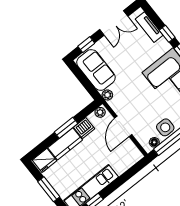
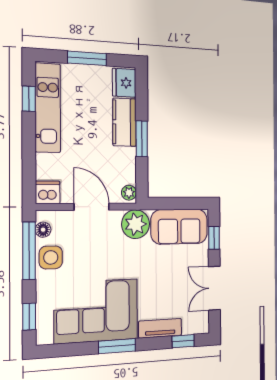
tv unit: (149, 27) -> (160, 328), moved
window: (167, 34) -> (183, 341), moved
plant: (107, 95) -> (136, 224), width x1.87, depth x1.87
dishwasher: (84, 128) -> (48, 192), moved, turned 90

